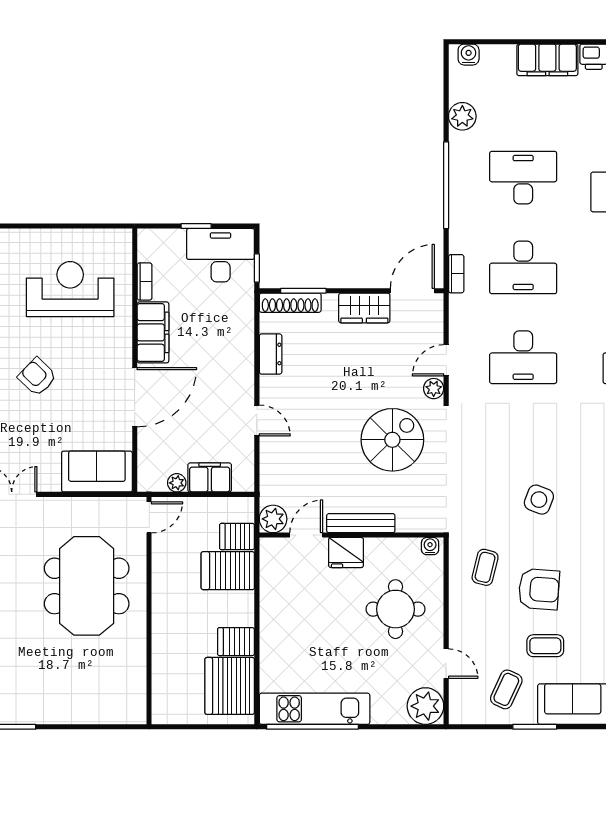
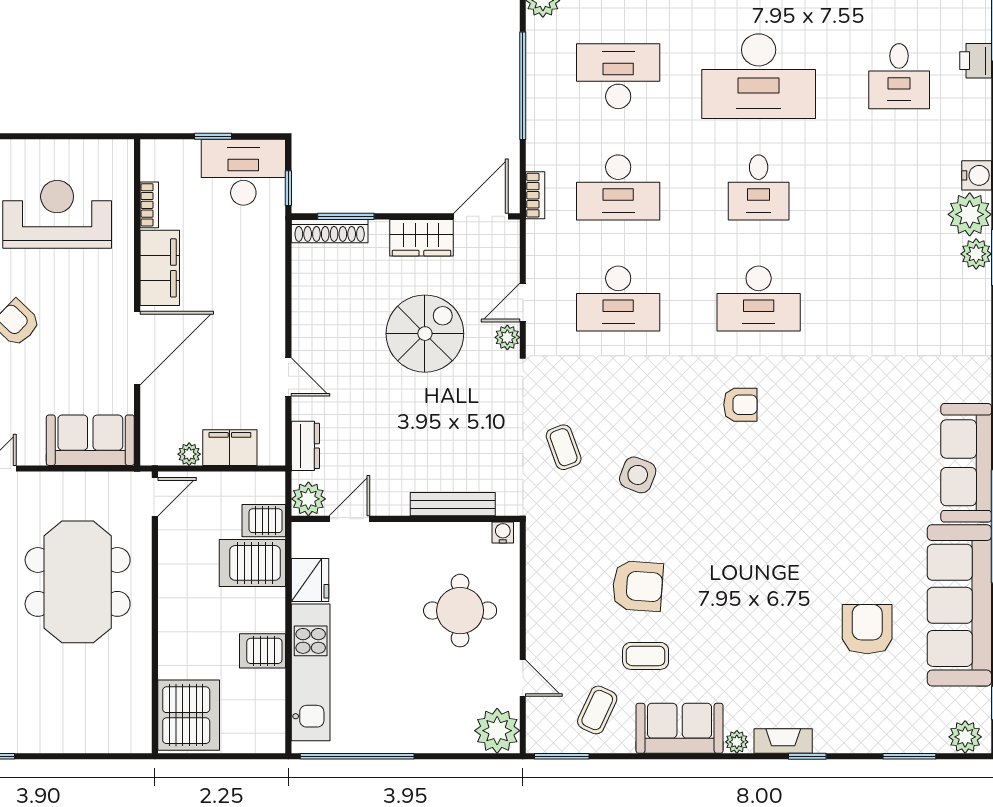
dresser: (271, 354) -> (305, 446), moved
spiral stairs: (392, 440) -> (425, 334), moved
bench: (361, 523) -> (453, 504), moved
fridge: (346, 553) -> (310, 580), moved, turned -90
coffee table: (485, 567) -> (564, 447), moved, turned -34
server rack: (230, 686) -> (189, 715), moved, turned 180
kitchen unit: (315, 709) -> (311, 672), moved, turned 90
window: (535, 727) -> (562, 756), moved

